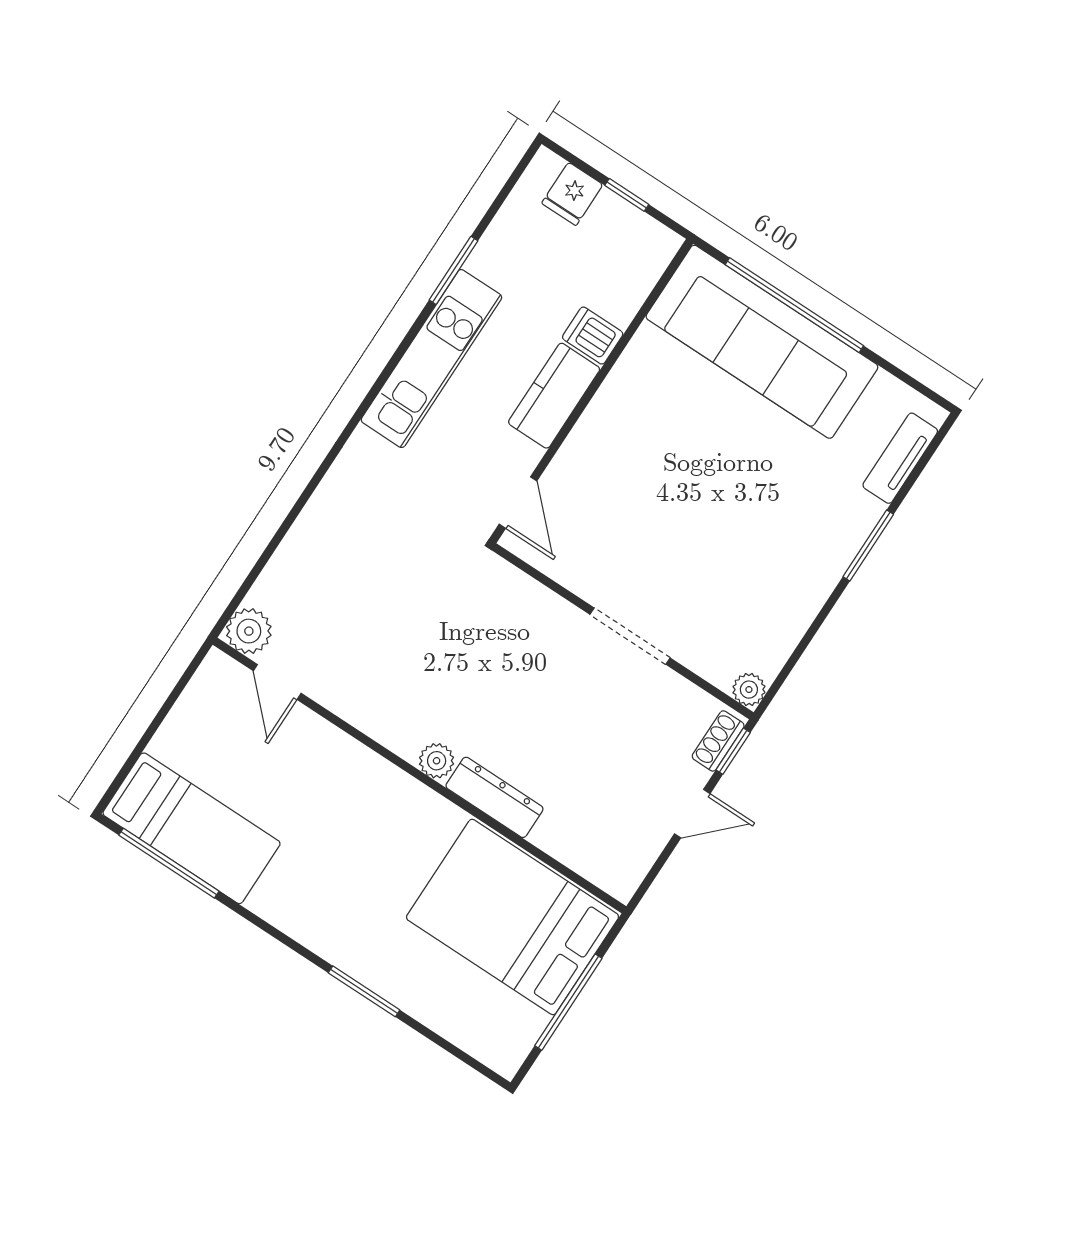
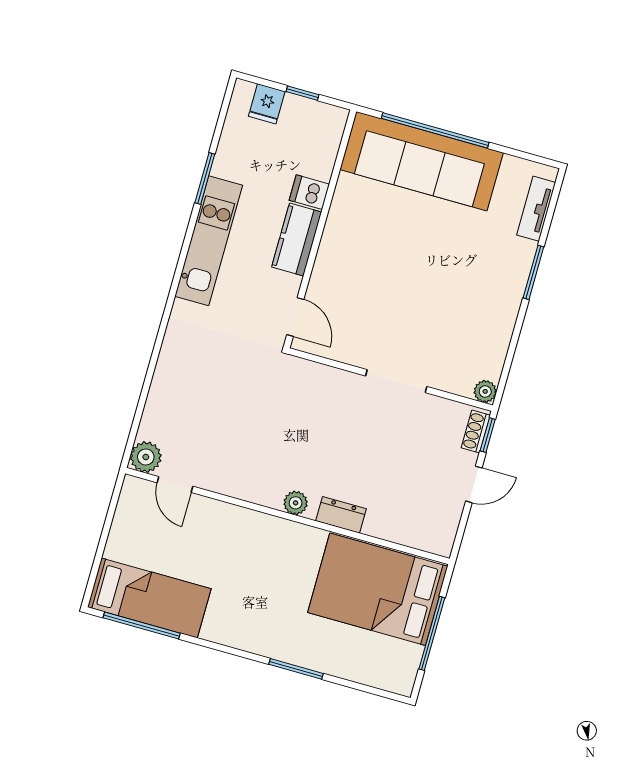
dresser: (494, 797) -> (341, 515), width x0.70

